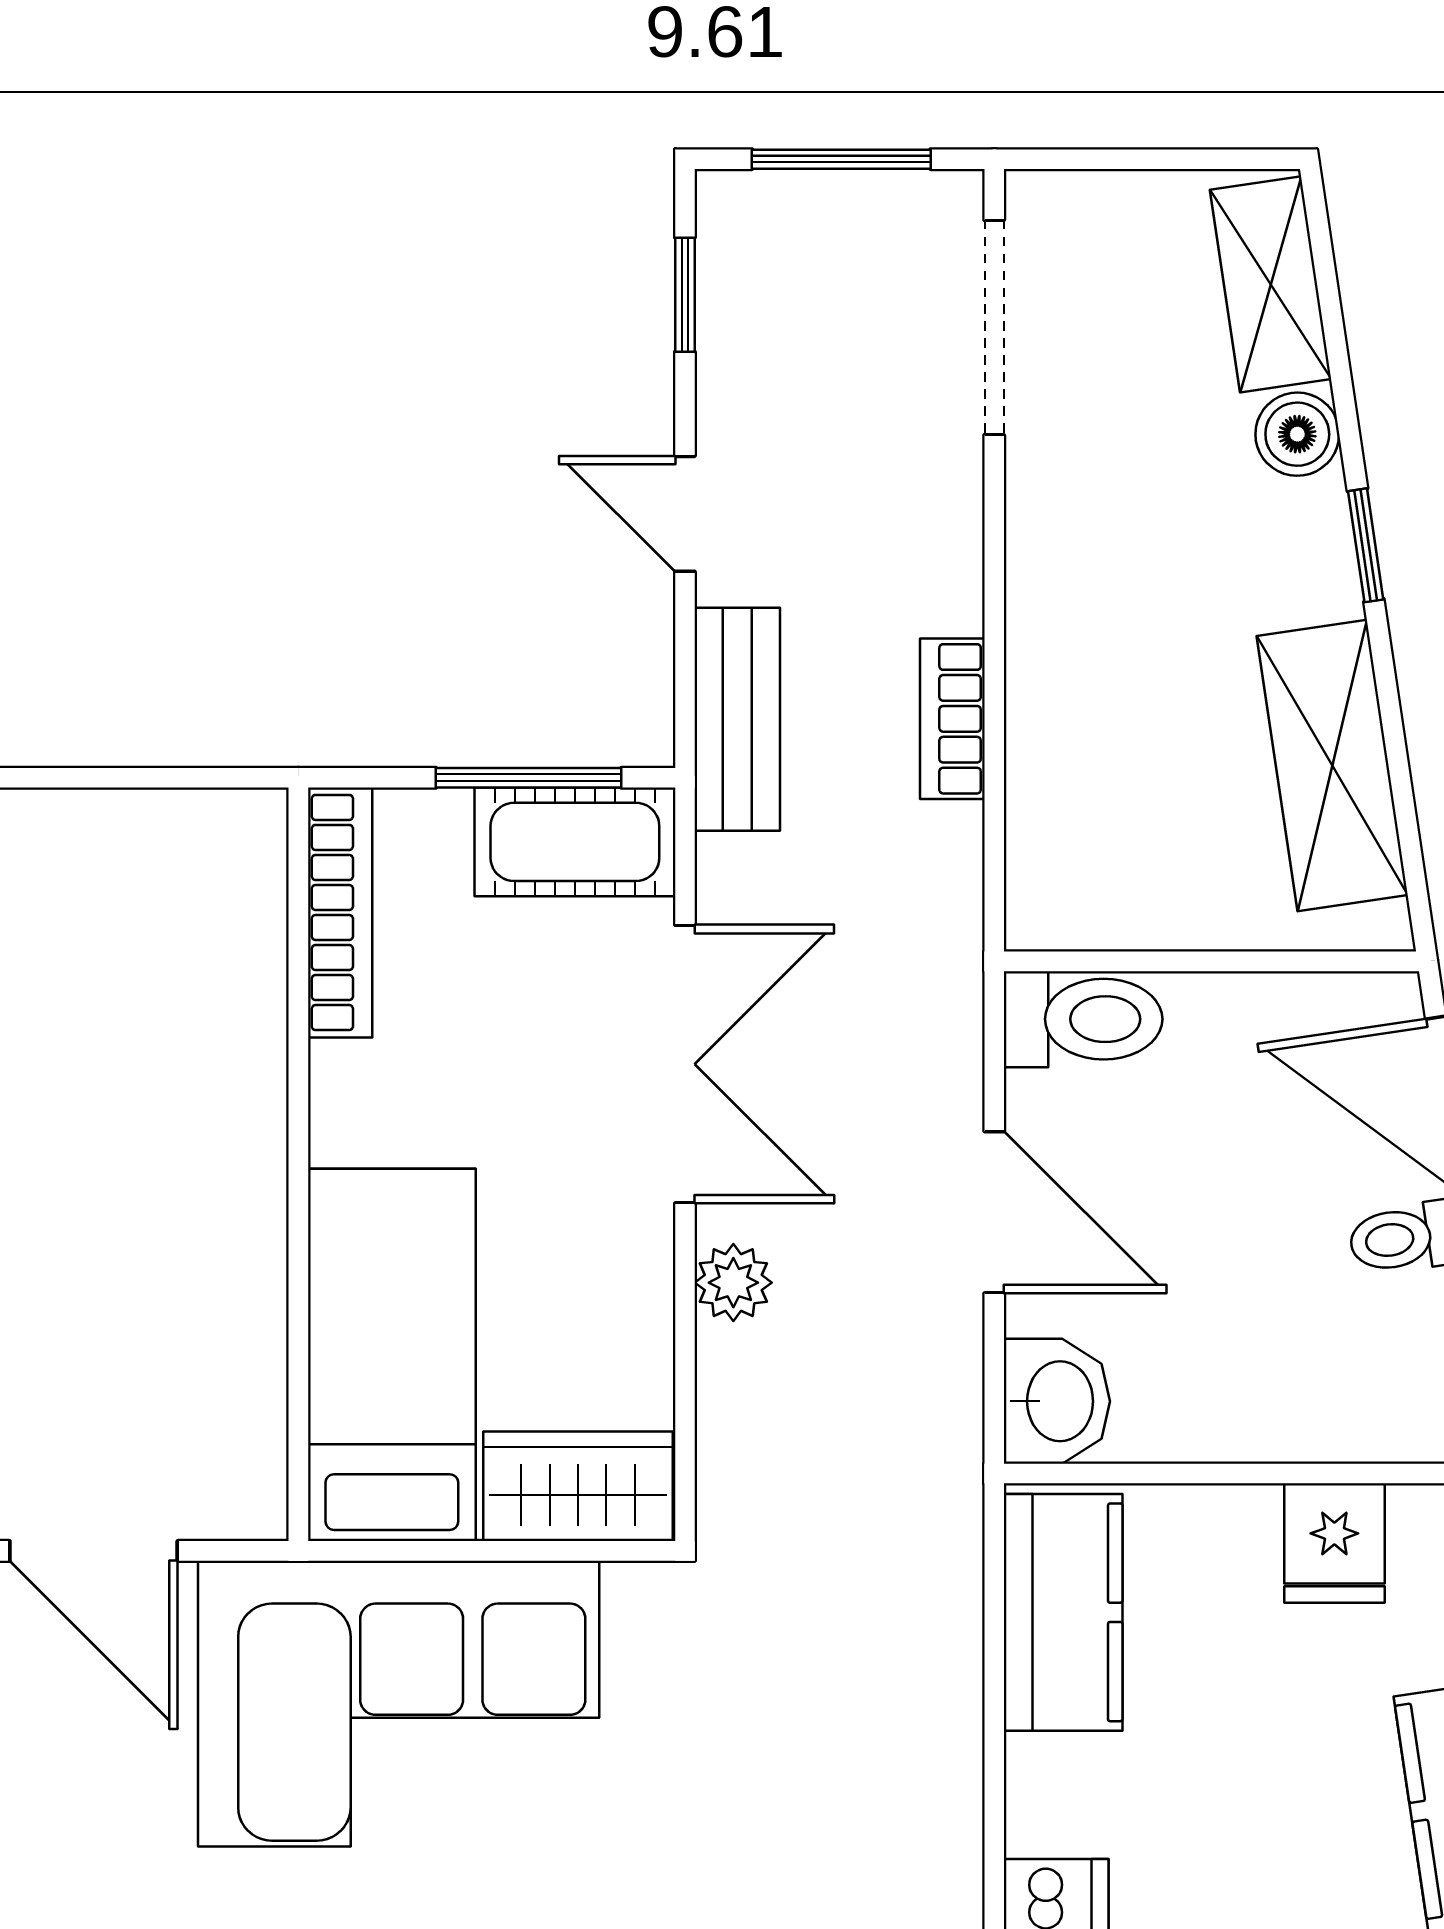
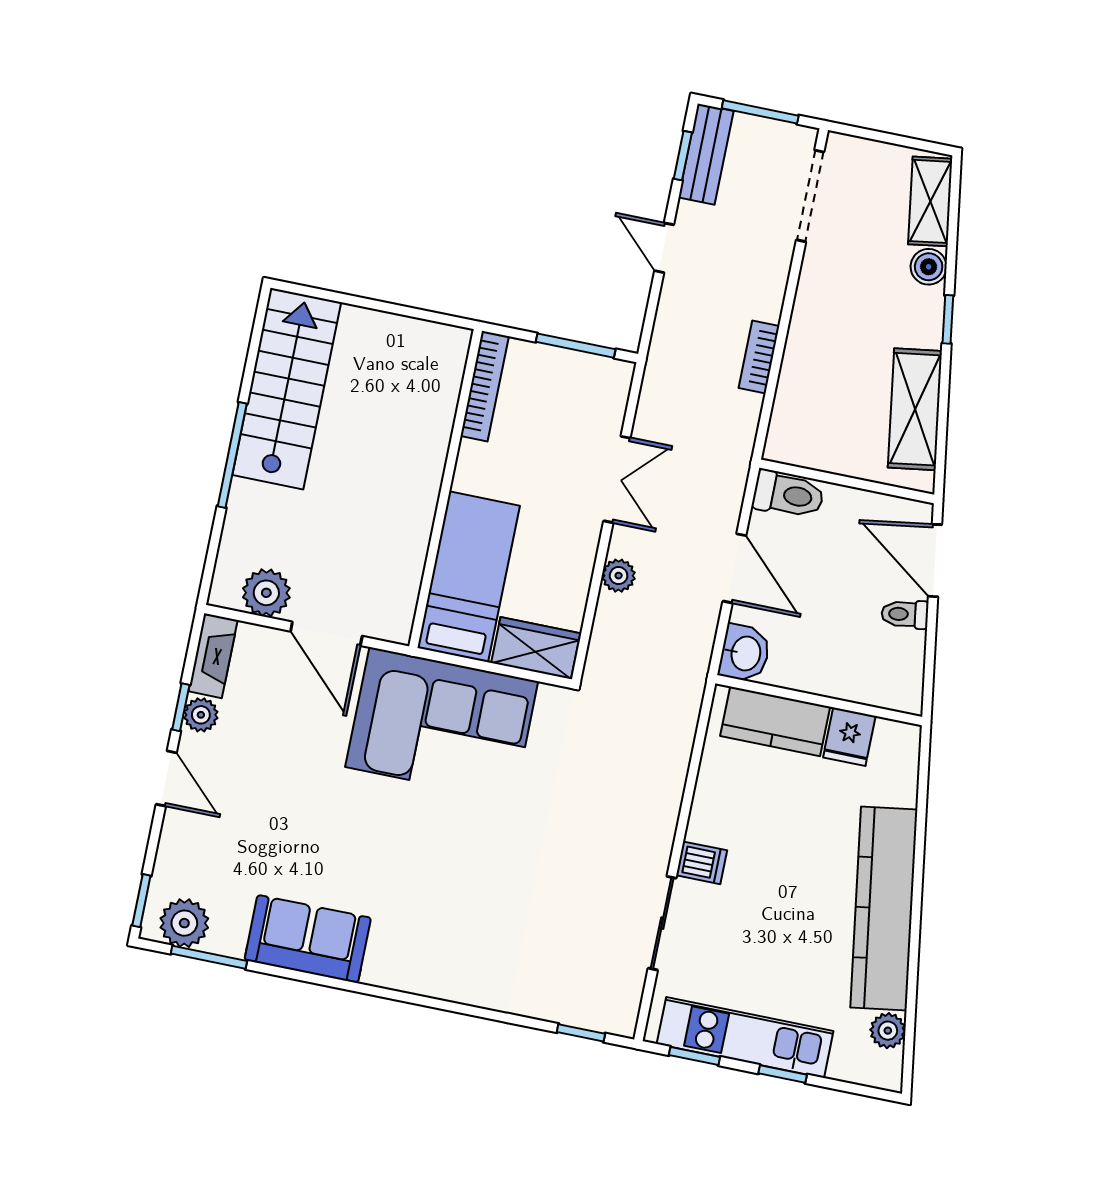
bench: (737, 719) -> (706, 154), moved
cot: (575, 842) -> (590, 377), removed
double door: (685, 1064) -> (617, 479), width x0.73
kitchen counter: (1063, 1612) -> (775, 721), moved, turned 90

